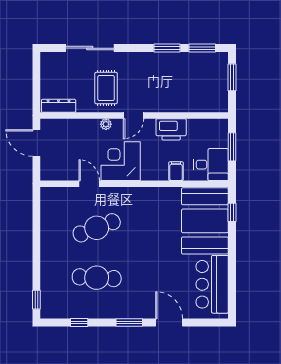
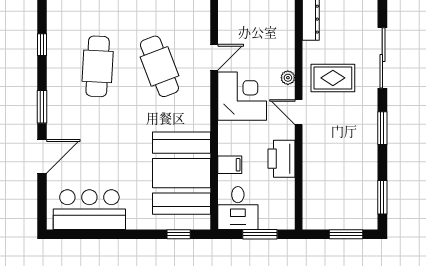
window: (167, 48) -> (382, 128), moved
booth: (205, 221) -> (181, 173), moved, turned 90

